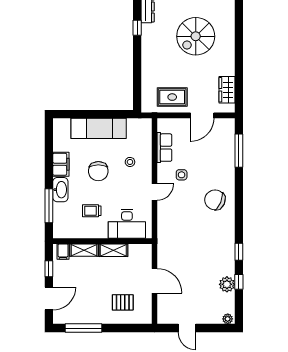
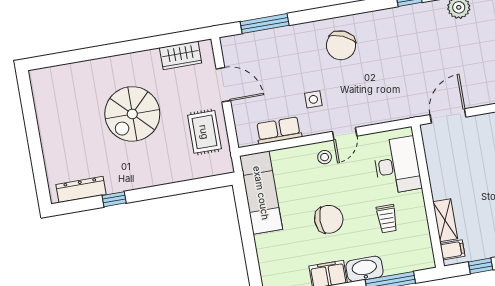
spiral stairs: (196, 36) -> (132, 114), moved, turned 90
exam couch: (99, 128) -> (261, 193), moved
stool: (130, 162) -> (325, 157), moved
door: (155, 192) -> (345, 134), swing flipped
shelving: (113, 250) -> (438, 178), removed
door: (155, 281) -> (448, 116), moved

